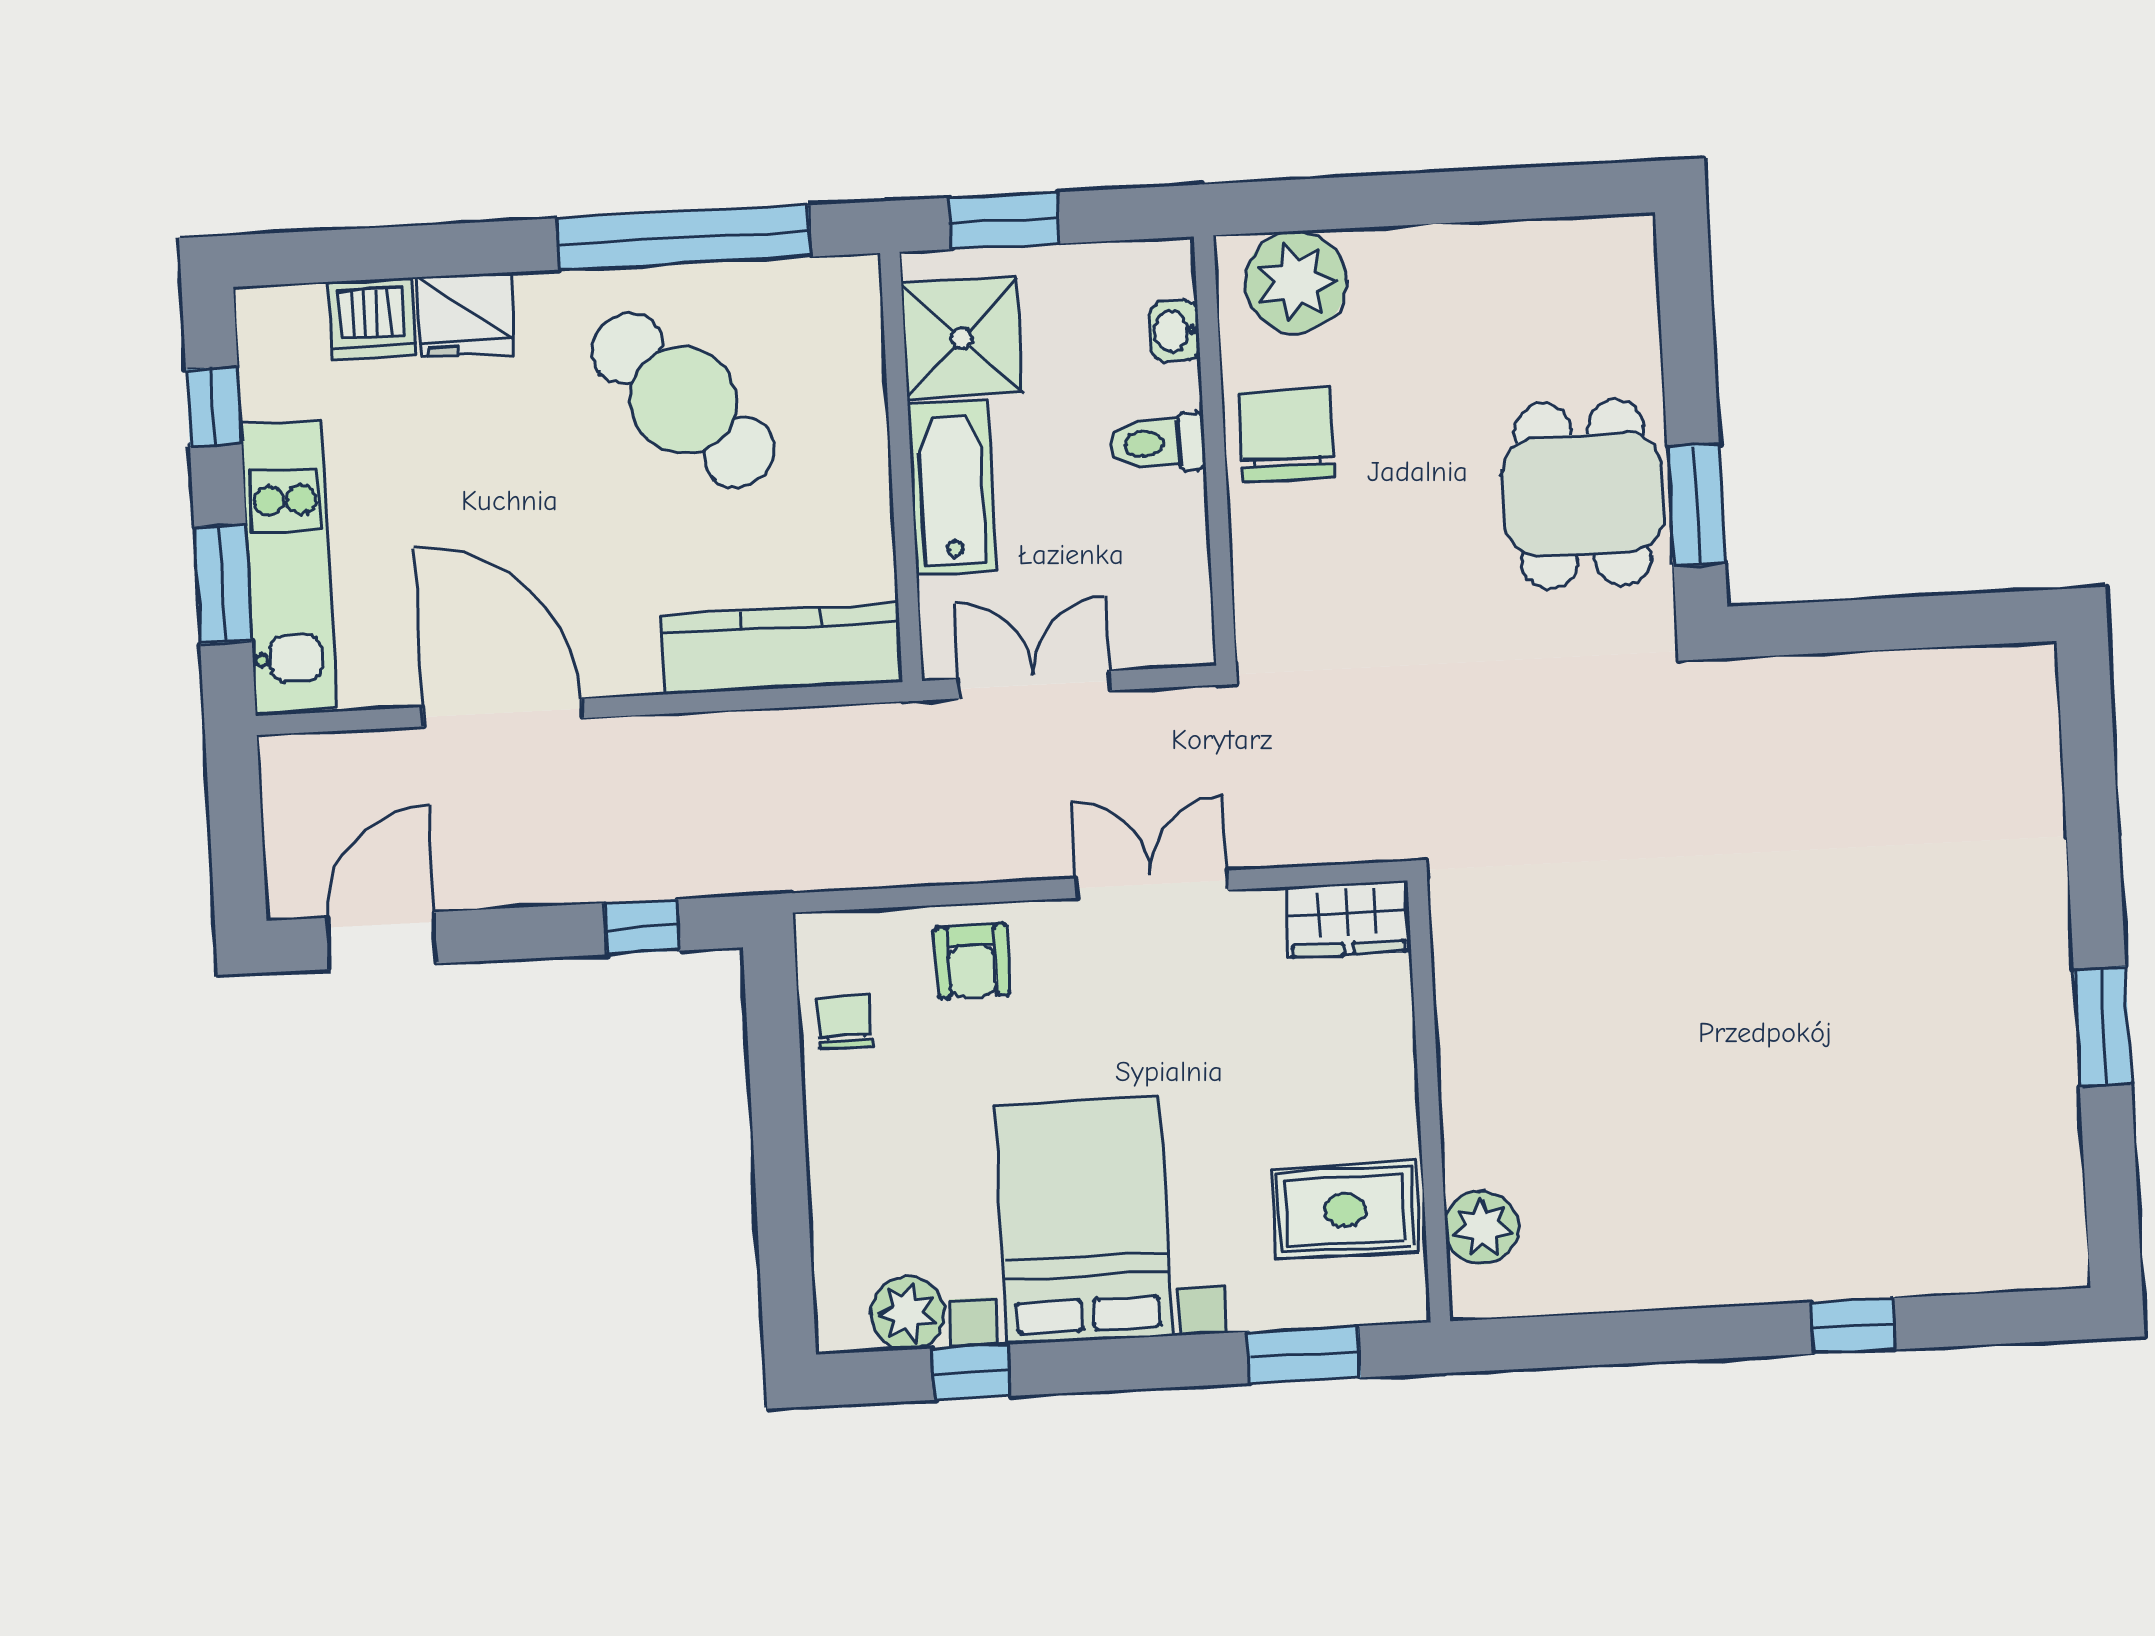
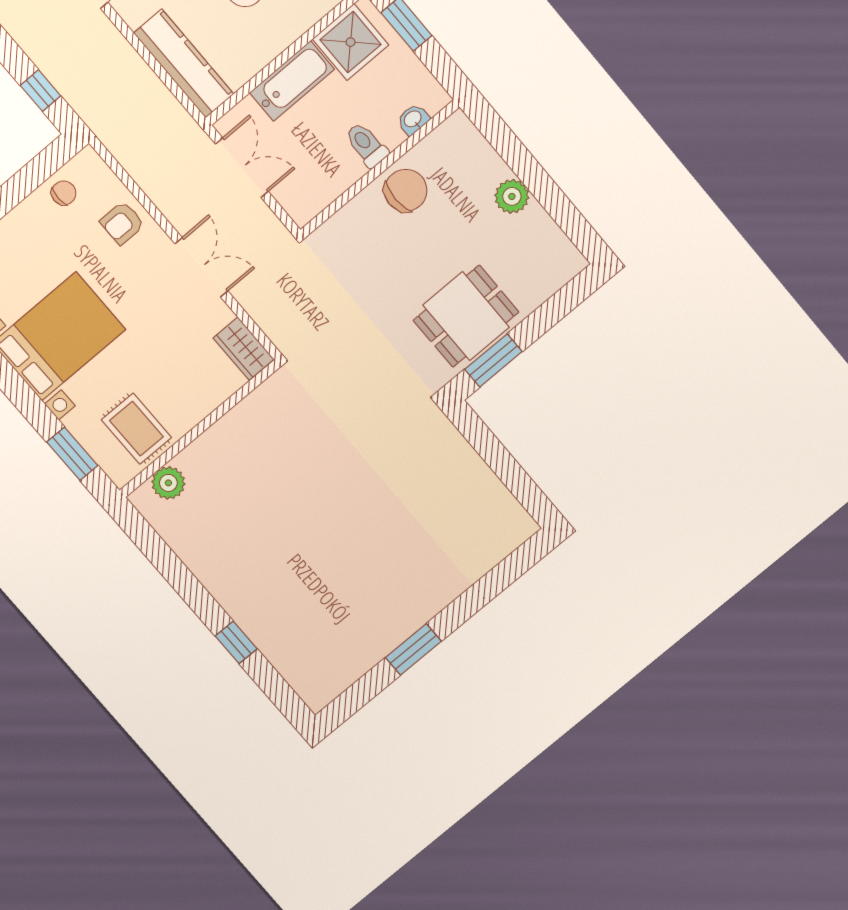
plant: (1296, 282) -> (512, 196), moved, width x0.73, depth x0.73

